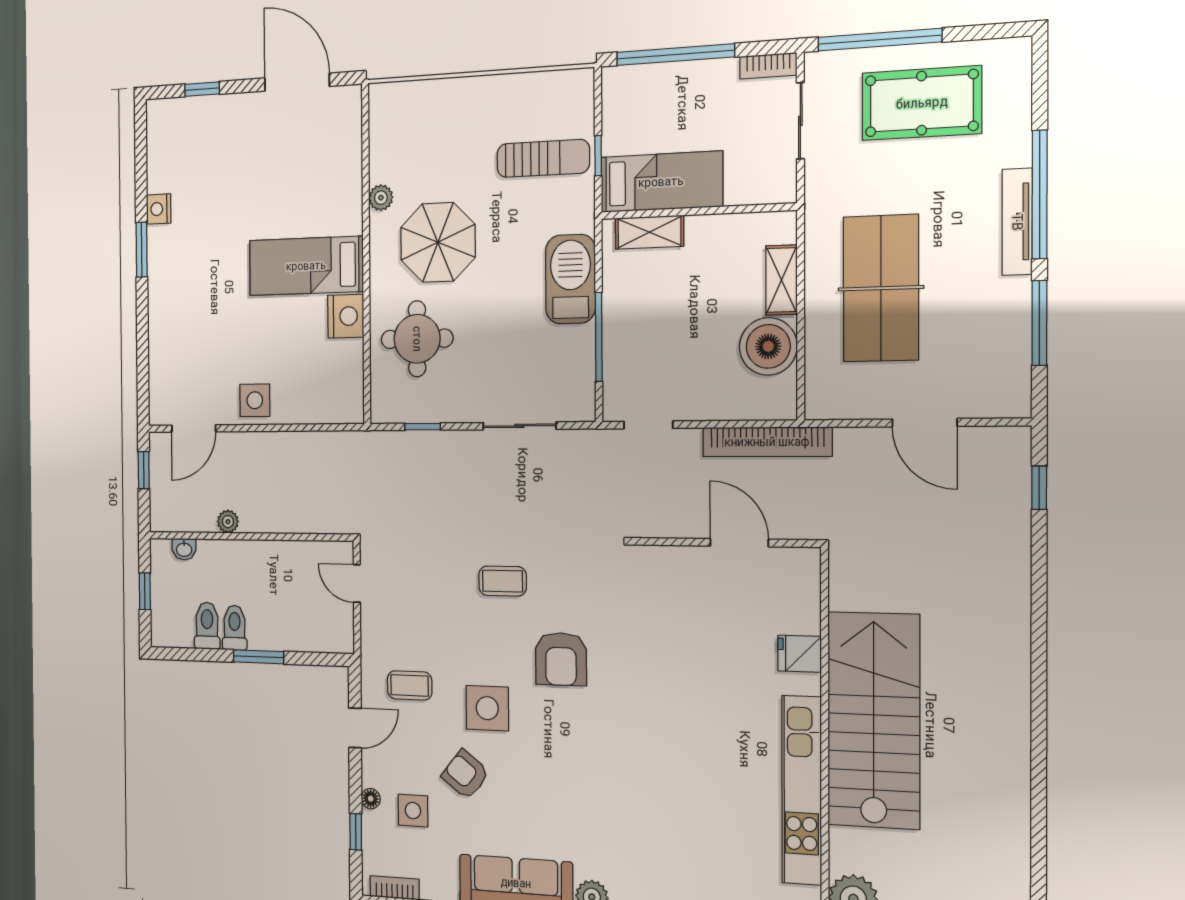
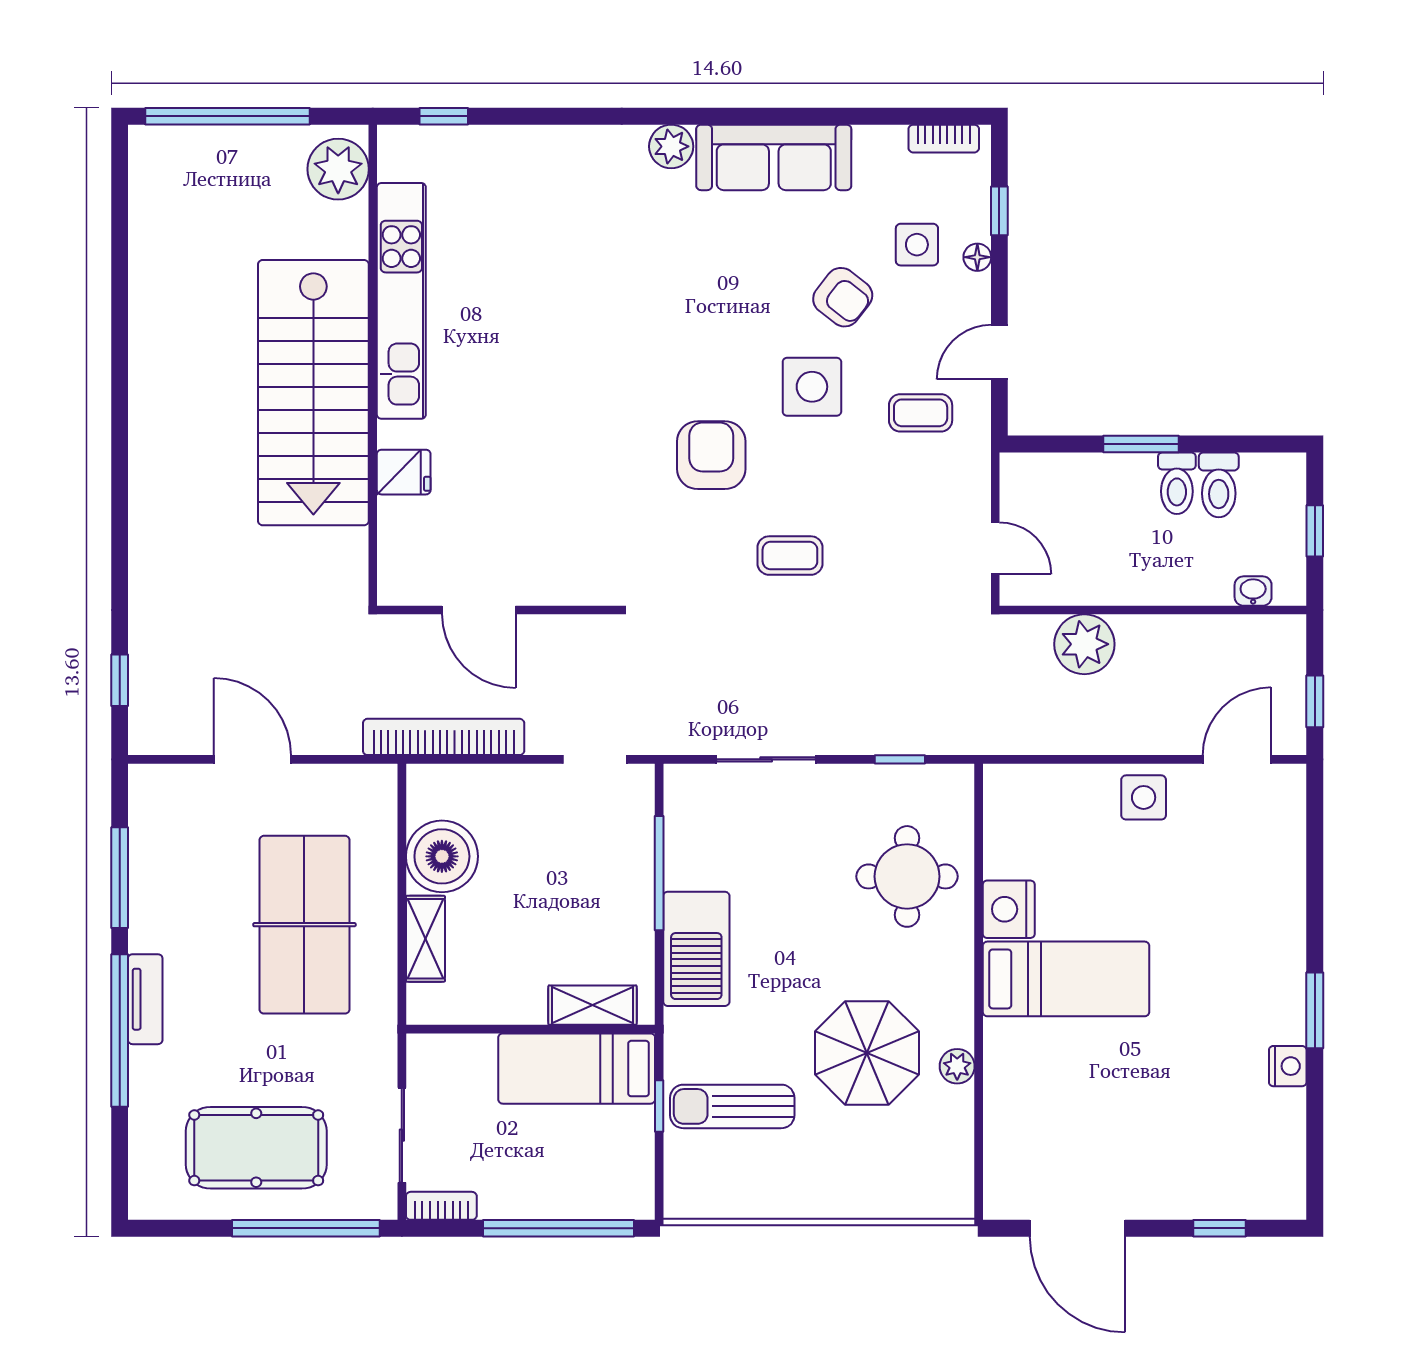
tv unit: (1017, 222) -> (145, 999), width x0.71
parasol: (438, 242) -> (867, 1053), moved
plant: (228, 522) -> (1084, 644), moved, width x1.87, depth x1.87

